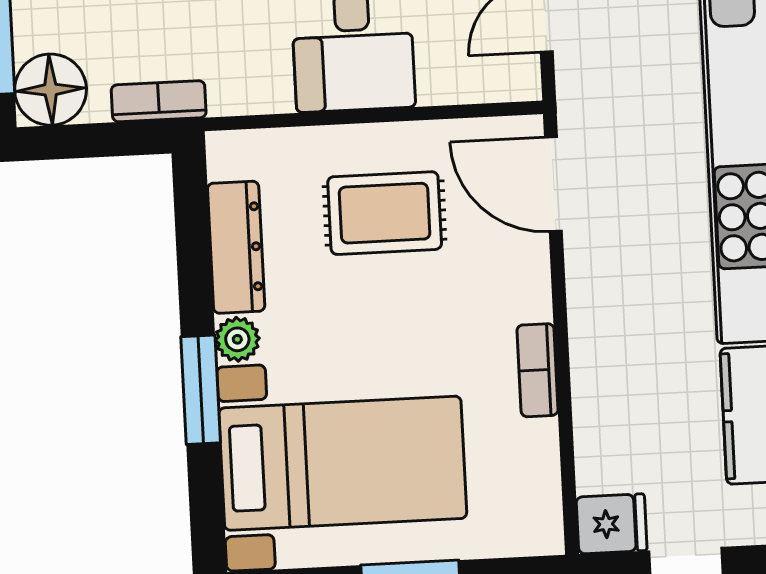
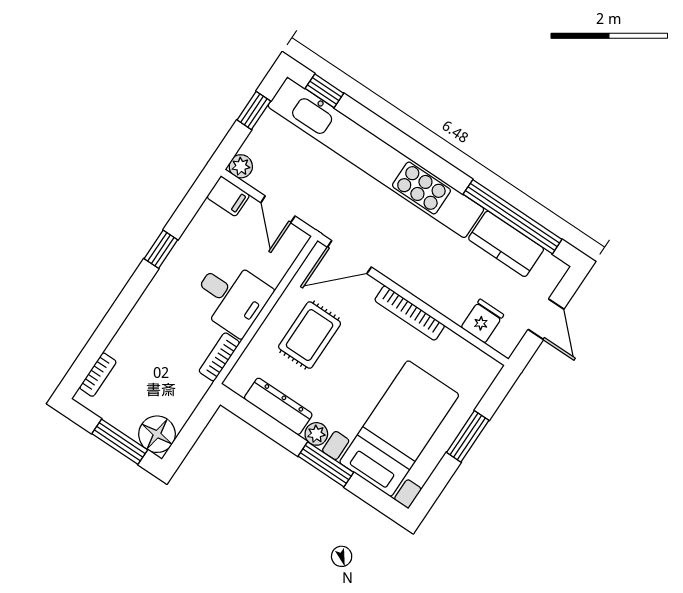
bookcase: (159, 101) -> (219, 357), moved
bookcase: (538, 370) -> (410, 313), width x1.56
fridge: (612, 524) -> (482, 321), moved

